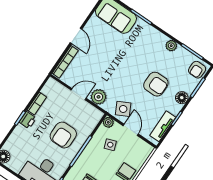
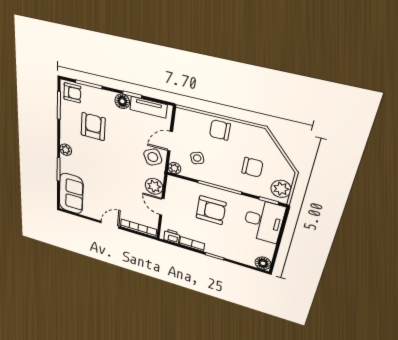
plant: (171, 46) -> (66, 150), moved
armchair: (156, 84) -> (93, 127), moved
floor lamp: (182, 98) -> (122, 101), moved
printer: (28, 120) -> (172, 236), moved

